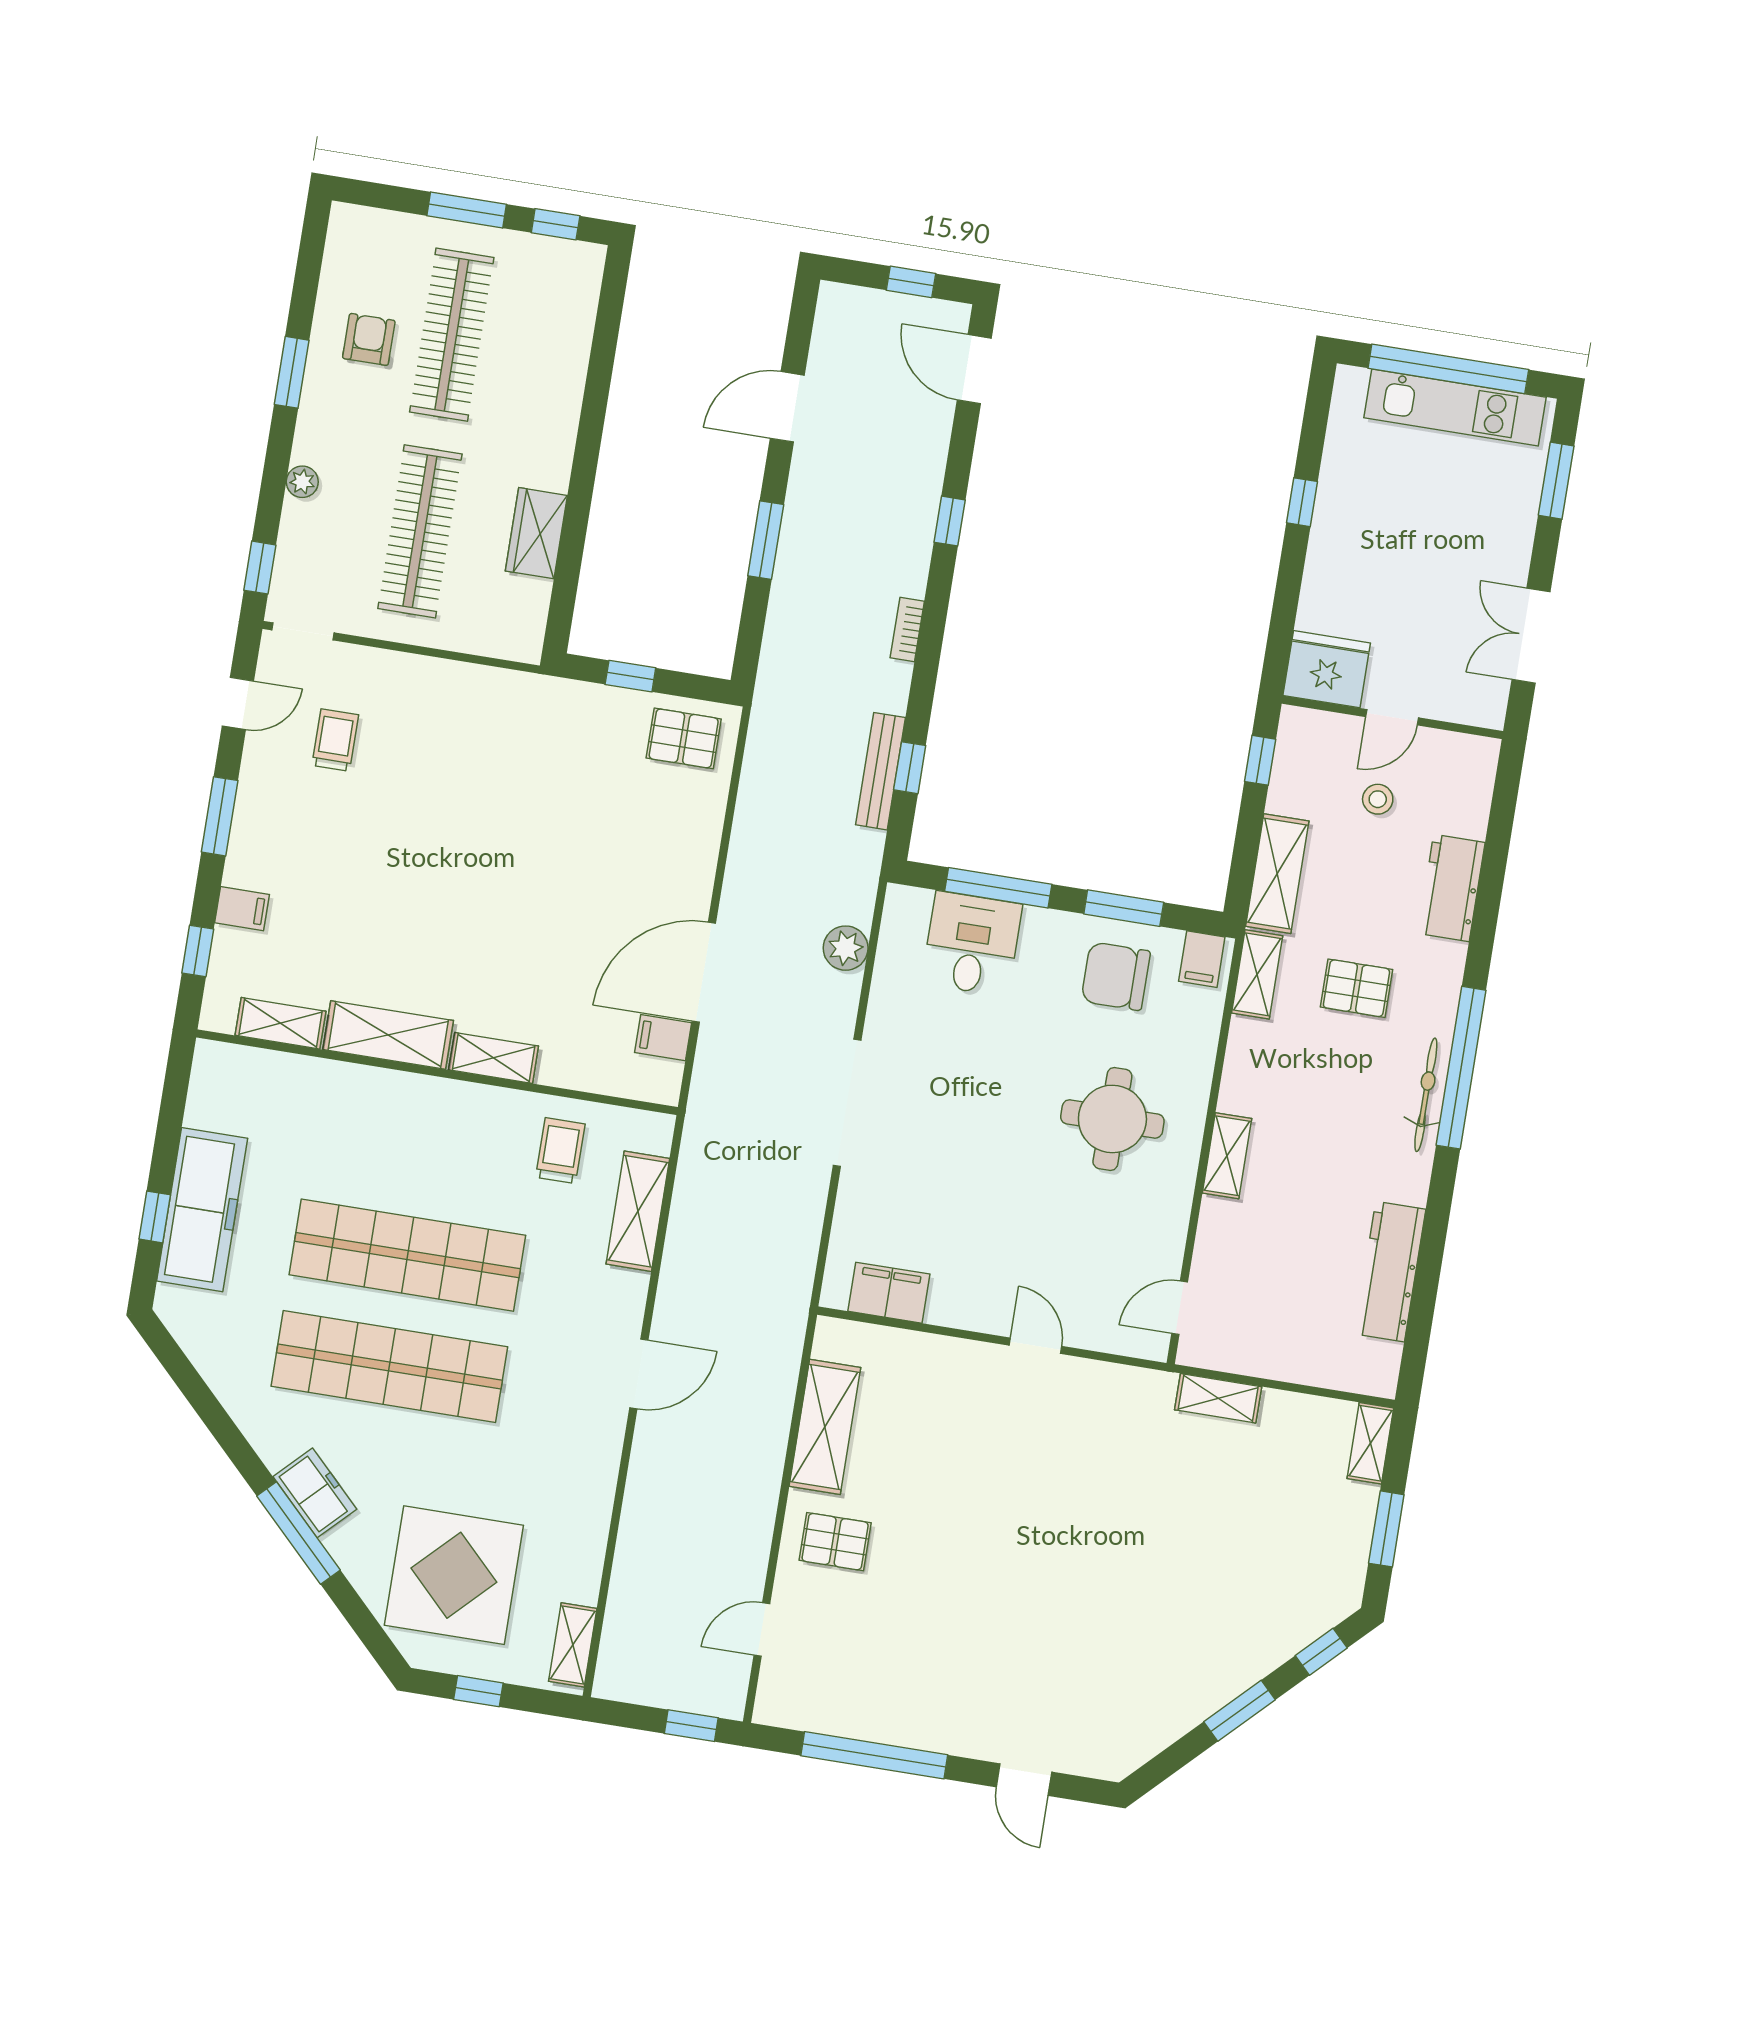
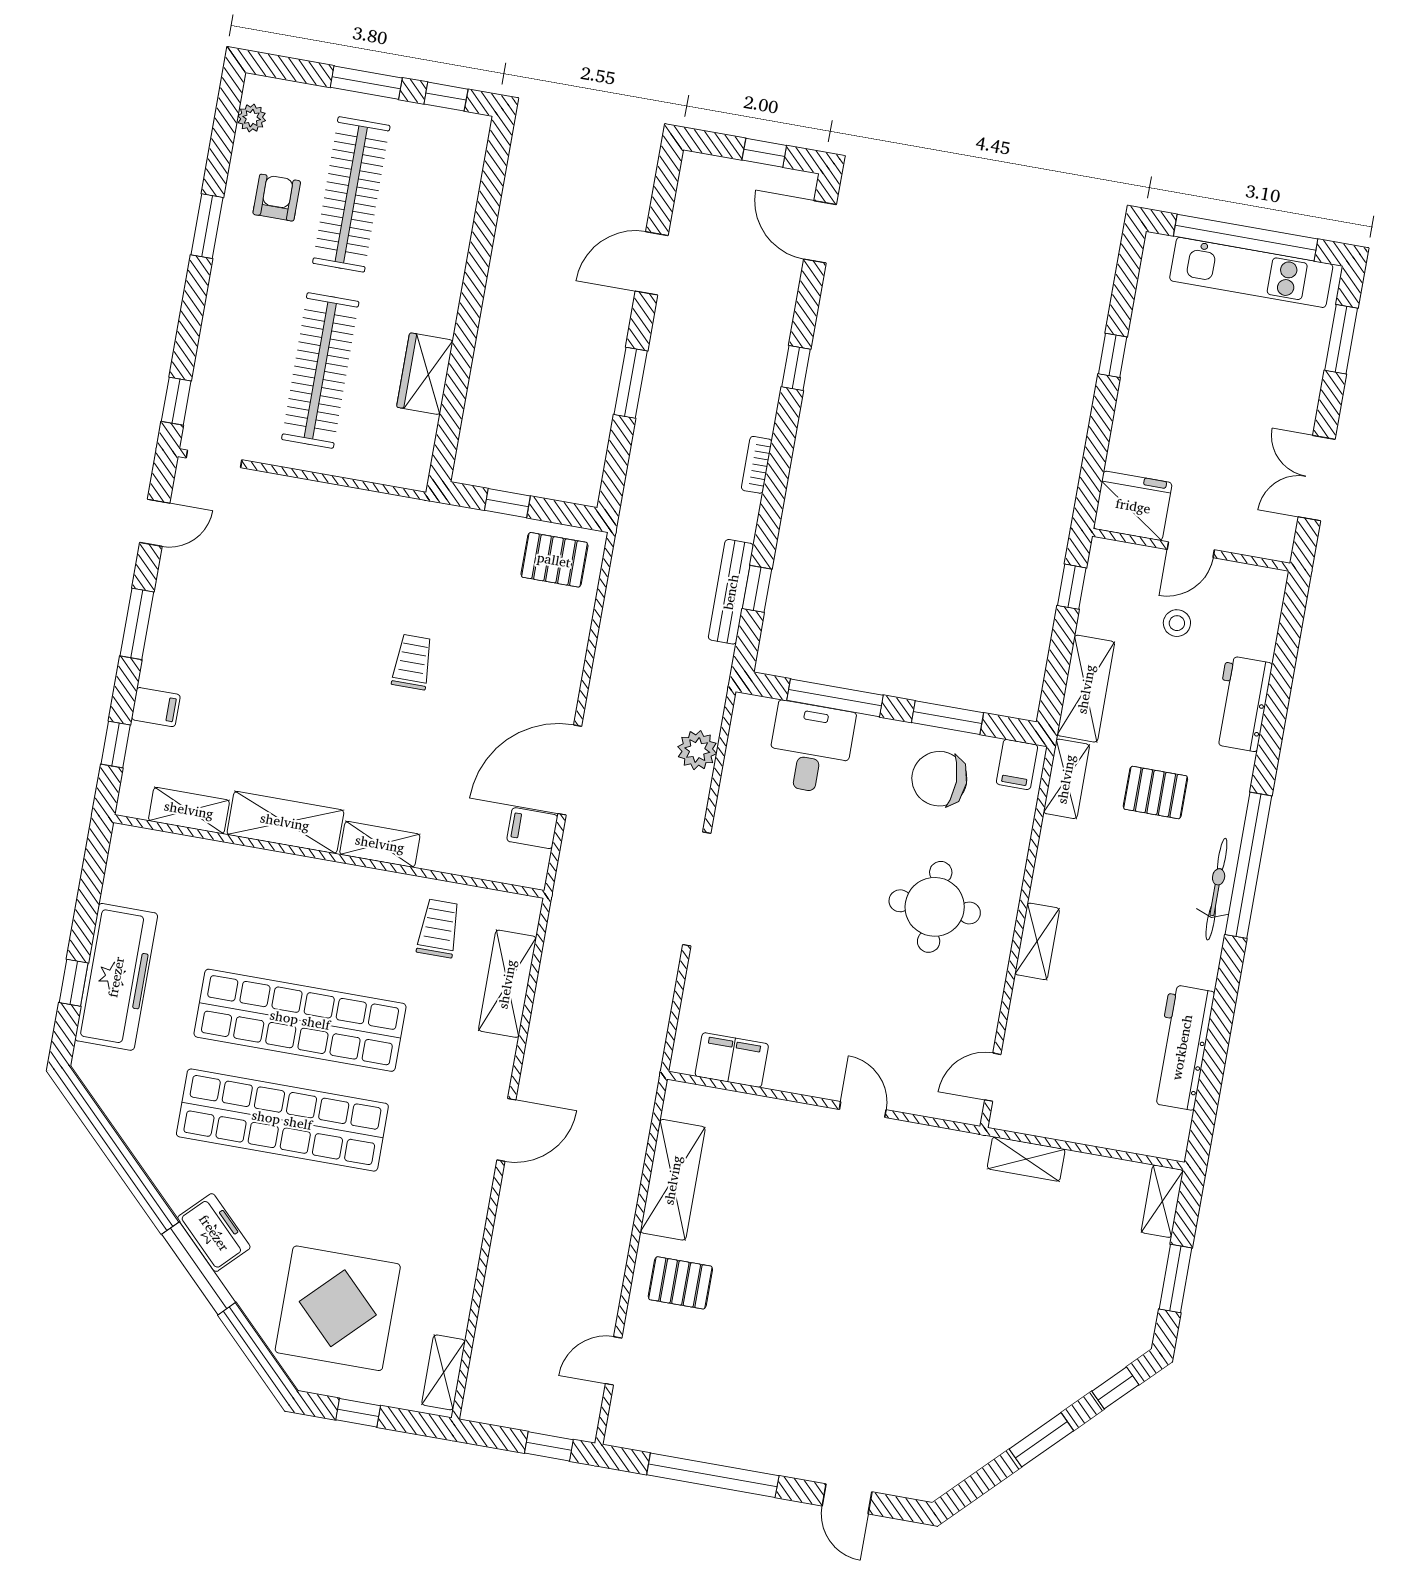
plant: (302, 482) -> (252, 118), moved
trolley: (335, 740) -> (412, 662), moved

